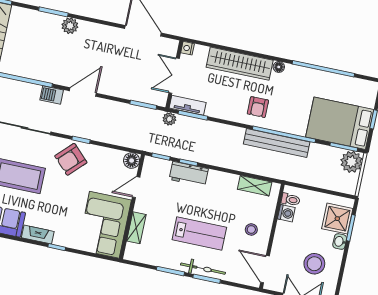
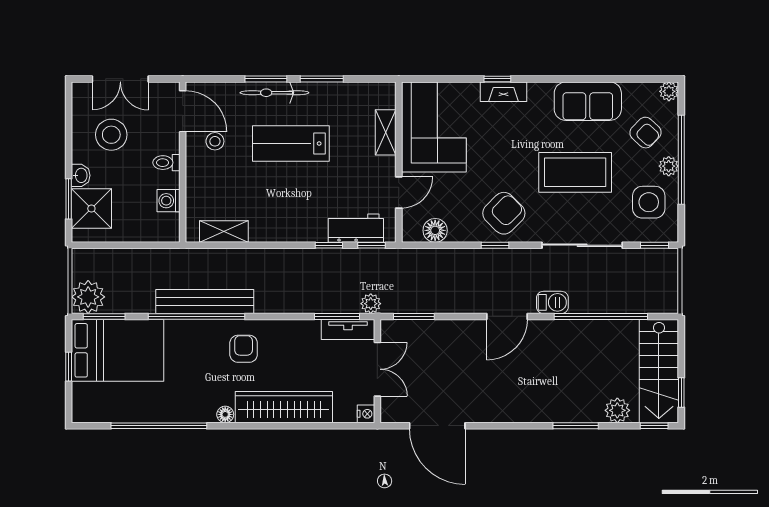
plant: (70, 26) -> (617, 410), moved
floor lamp: (132, 160) -> (435, 230), moved
workbench: (189, 174) -> (356, 228), moved
toilet: (291, 200) -> (166, 163), moved
stool: (251, 229) -> (215, 141), moved
fireplace: (38, 235) -> (504, 92), moved

